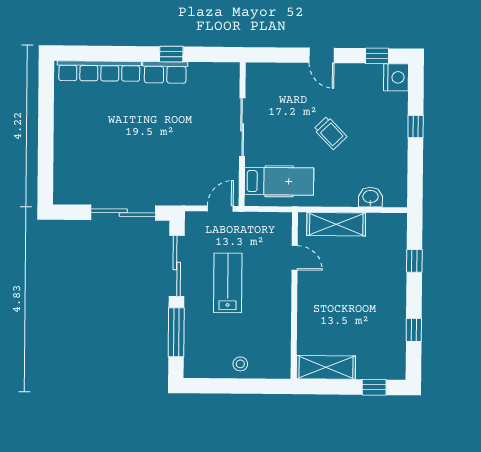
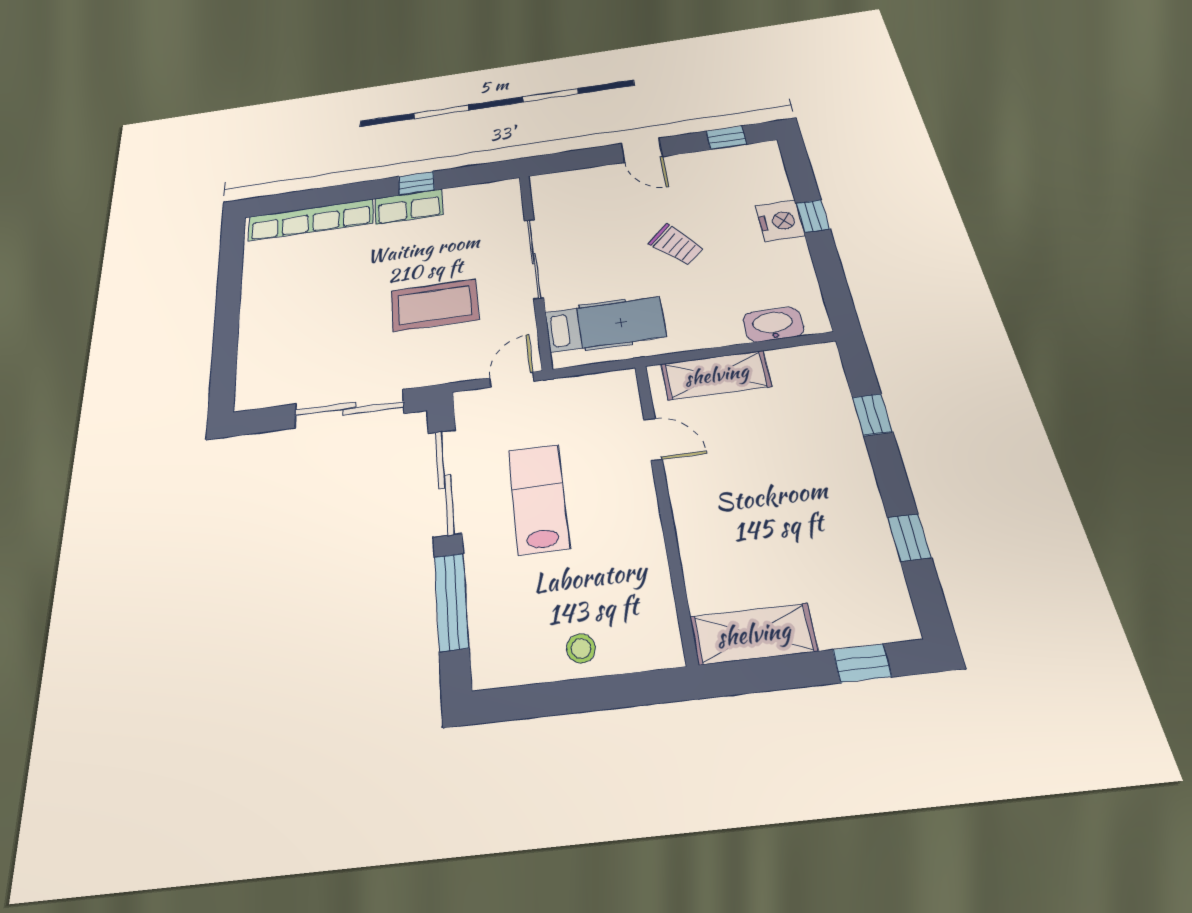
nightstand: (396, 77) -> (780, 221), moved
coffee table: (178, 151) -> (435, 305), added
washbasin: (370, 197) -> (773, 324), width x1.38

